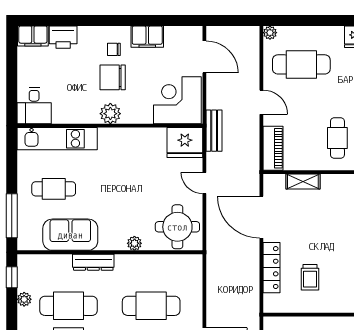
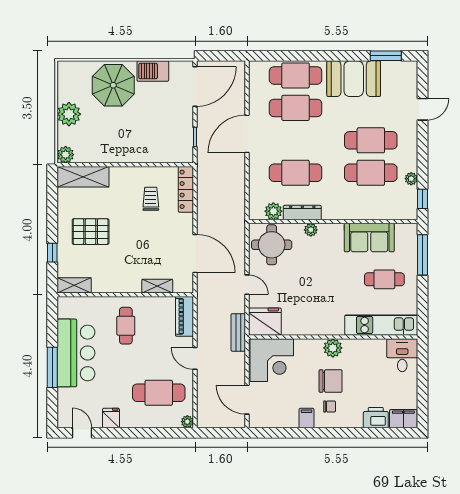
filing cabinet: (147, 37) -> (307, 418), width x0.50
dresser: (93, 262) -> (302, 213), moved
plant: (175, 264) -> (273, 211), added
locker: (272, 268) -> (186, 189), moved

